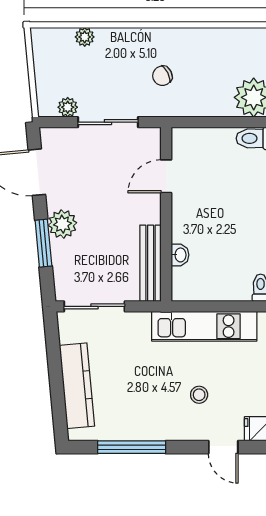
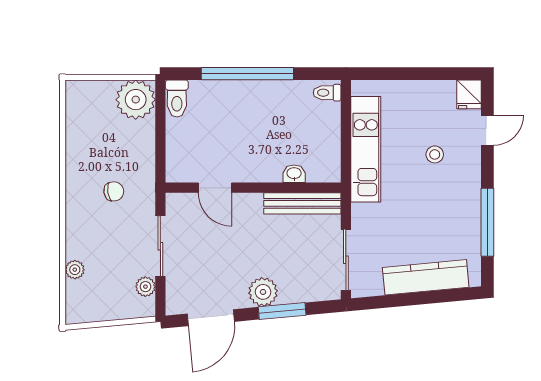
chair: (162, 76) -> (114, 191), turned -72

